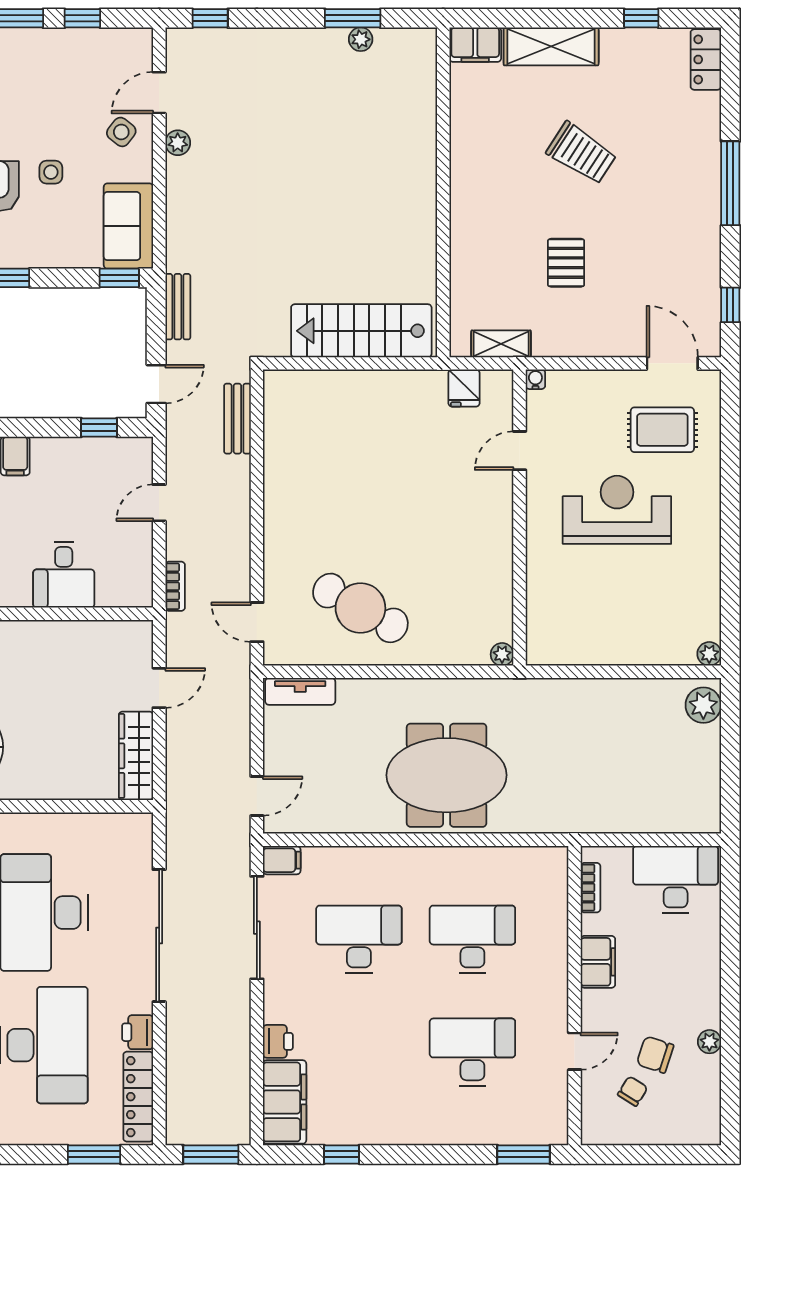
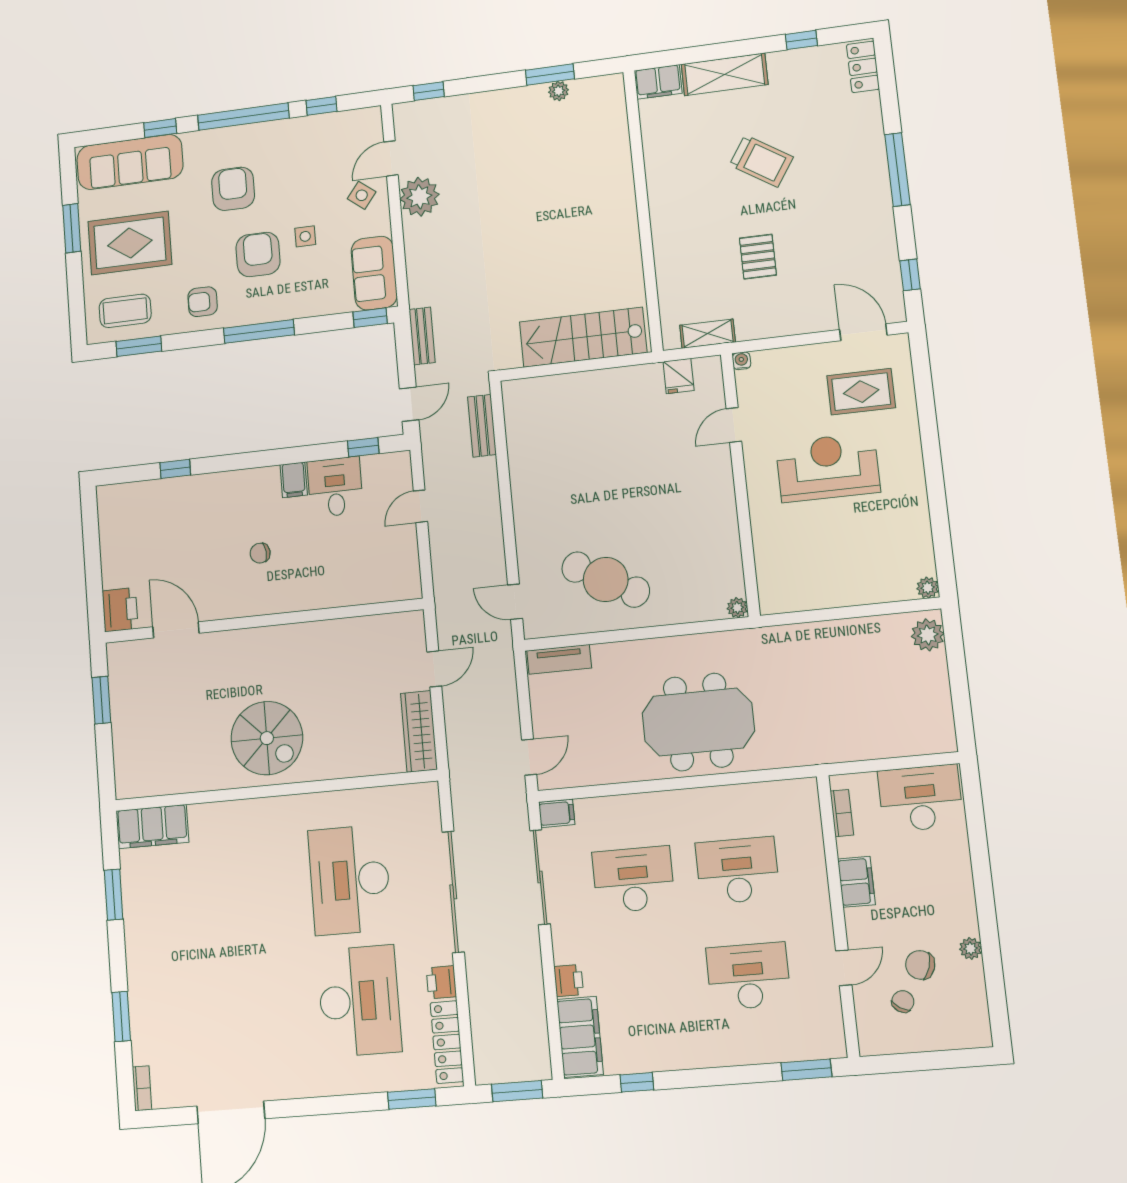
plant: (178, 143) -> (419, 197), width x1.87, depth x1.87
desk: (64, 575) -> (335, 487), moved, turned 180
bookcase: (175, 586) -> (441, 578), removed

